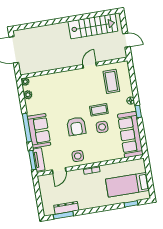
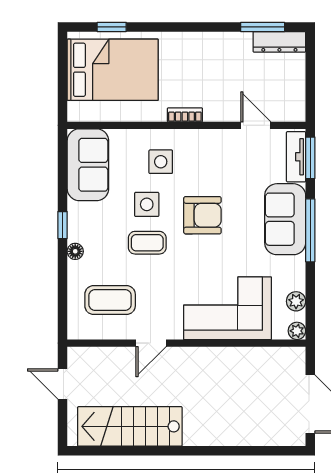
coffee table: (111, 81) -> (110, 300), turned 90
corner sofa: (58, 87) -> (227, 308), added
armchair: (76, 126) -> (202, 215), turned 90
sofa: (130, 135) -> (88, 165), width x0.73
side table: (78, 156) -> (161, 162), moved
door: (59, 171) -> (256, 125), hinge flipped
bed: (127, 185) -> (113, 70), width x1.50
dresser: (66, 208) -> (279, 42), moved

